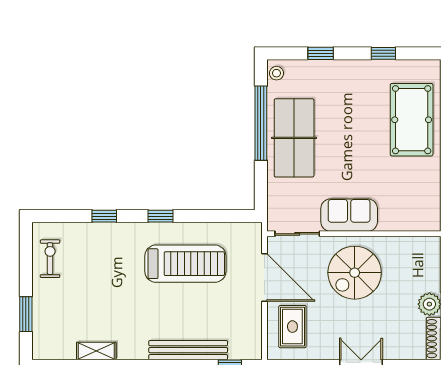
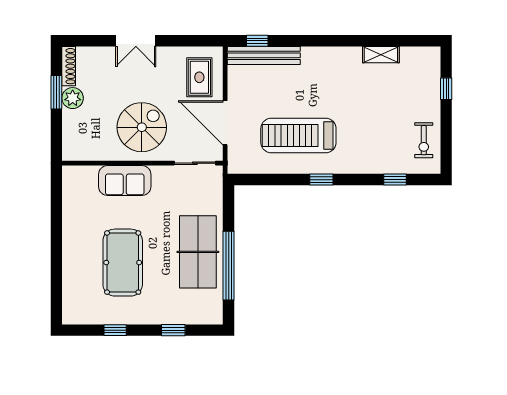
stool: (276, 73) -> (214, 312), removed
pool table: (412, 120) -> (123, 263), moved
sofa: (349, 215) -> (125, 180), moved
window: (104, 216) -> (395, 180), moved
window: (26, 314) -> (446, 89), width x0.67
bench: (188, 350) -> (264, 55), moved

